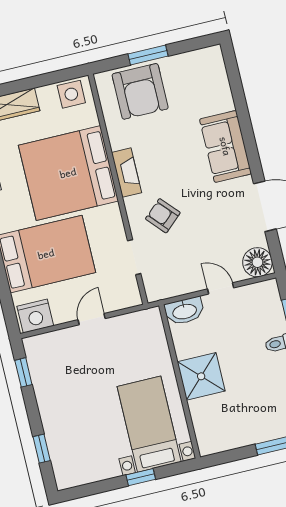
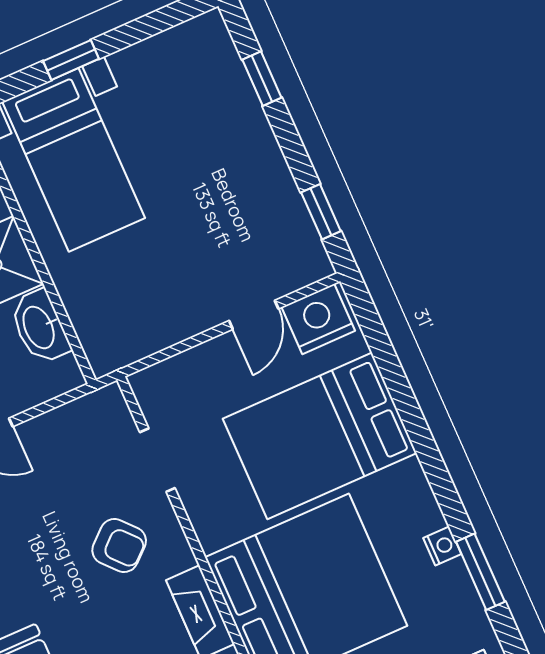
washbasin: (184, 311) -> (40, 327), moved, turned -90
door: (92, 319) -> (254, 315), moved

